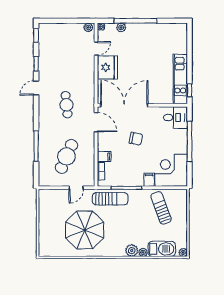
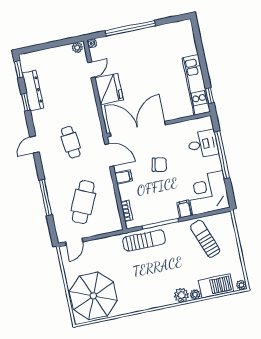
plant: (121, 28) -> (115, 40), removed
dresser: (44, 55) -> (33, 91), added
door: (36, 88) -> (34, 145), moved
desk: (175, 118) -> (203, 144), moved
filing cabinet: (104, 157) -> (123, 177), moved
door: (76, 188) -> (74, 242), moved
parasol: (85, 230) -> (93, 296), moved

